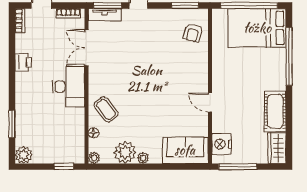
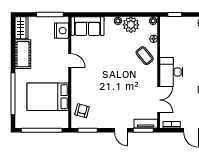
bed: (257, 28) -> (48, 97), moved, turned 180

